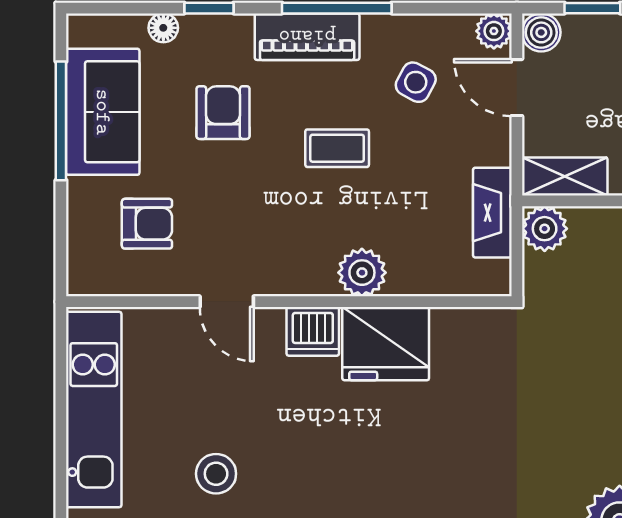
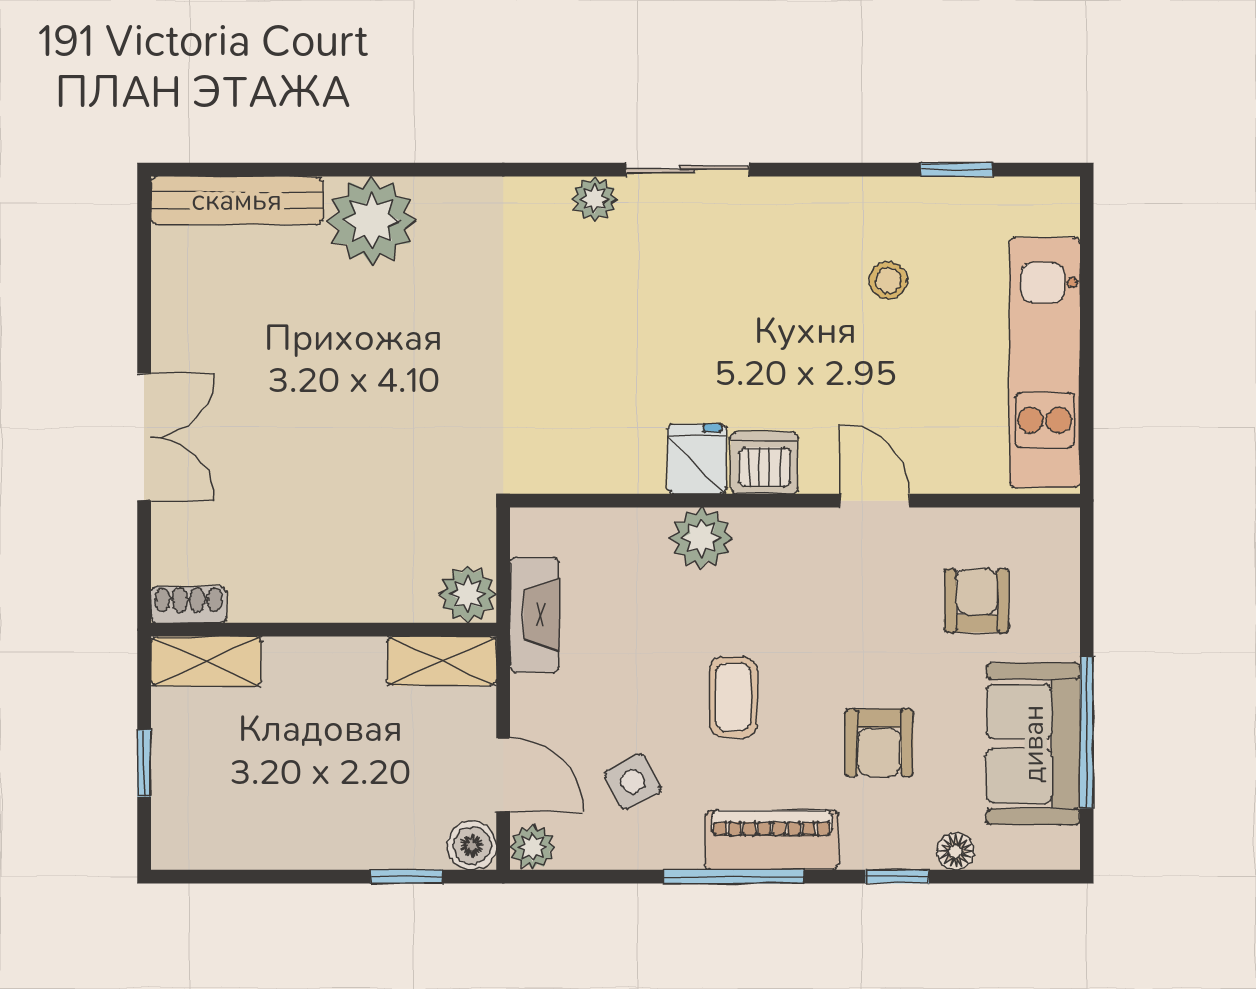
side table: (416, 82) -> (633, 782), turned 35
coffee table: (337, 148) -> (733, 697), turned 90
armchair: (147, 224) -> (977, 601), turned 90
fridge: (386, 344) -> (697, 459), width x0.53, depth x0.75
stool: (216, 474) -> (888, 280), width x0.73, depth x0.73

